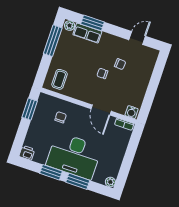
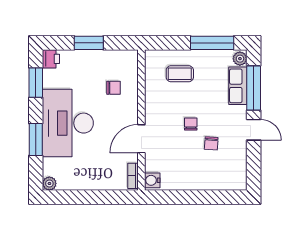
window: (92, 23) -> (254, 88), width x1.44
door: (137, 38) -> (254, 130), moved
coffee table: (59, 79) -> (180, 74), moved
window: (30, 109) -> (89, 43), moved
window: (51, 172) -> (36, 83), moved

